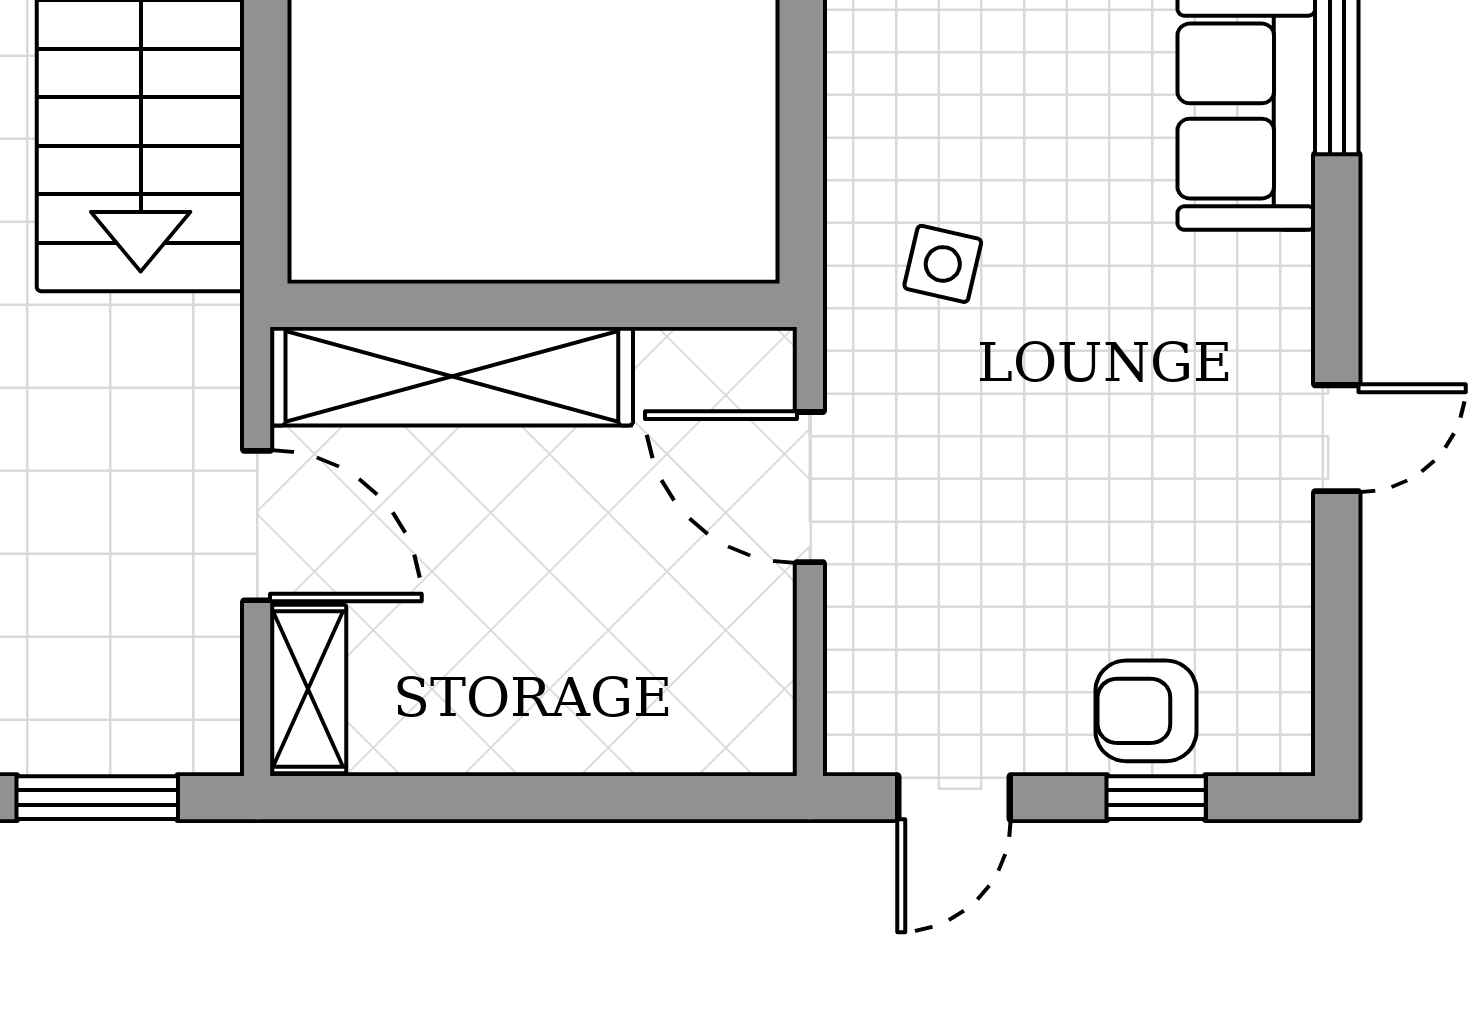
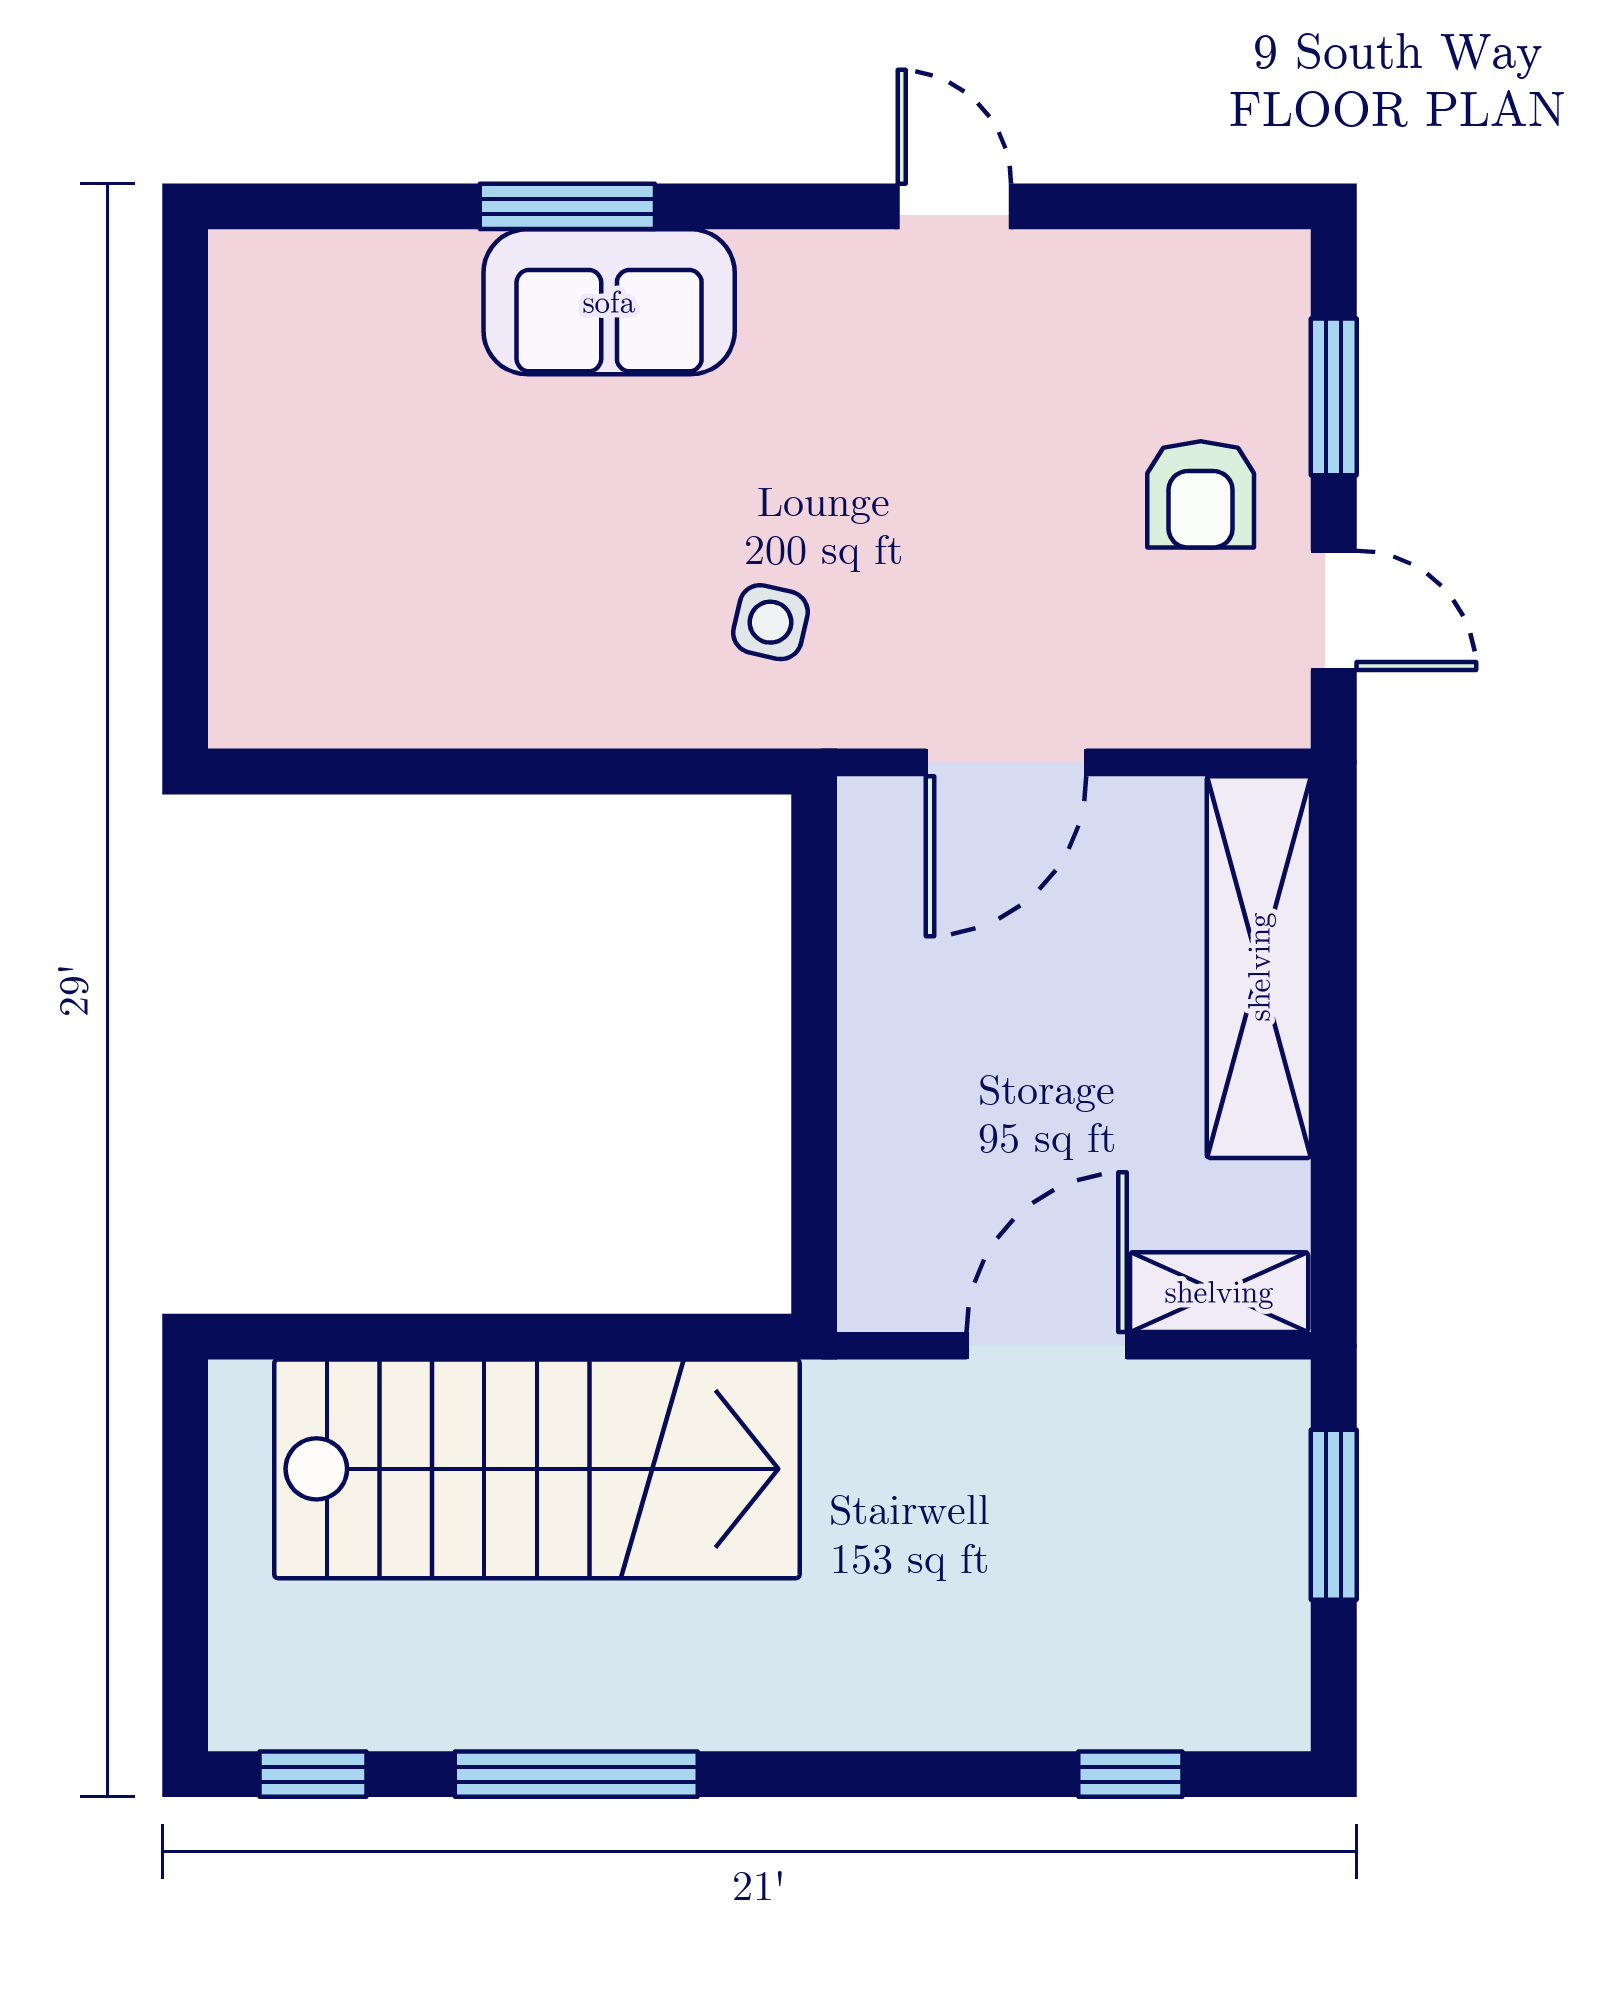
shelving: (452, 376) -> (1259, 967), moved
armchair: (1146, 711) -> (1201, 494), moved
window: (1156, 798) -> (1334, 397), width x1.50

